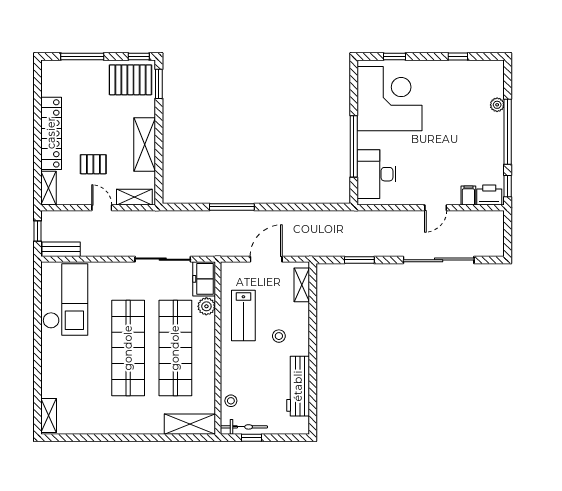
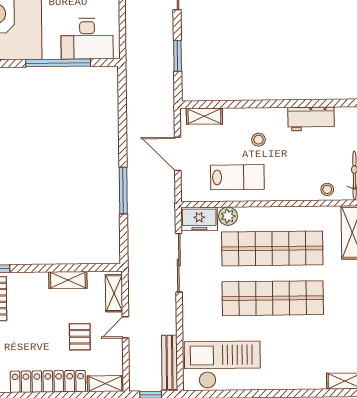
shelving: (145, 144) -> (68, 280), width x0.67, depth x0.75
bench: (61, 249) -> (170, 362), width x1.36
workbench: (298, 386) -> (311, 119), width x0.73

